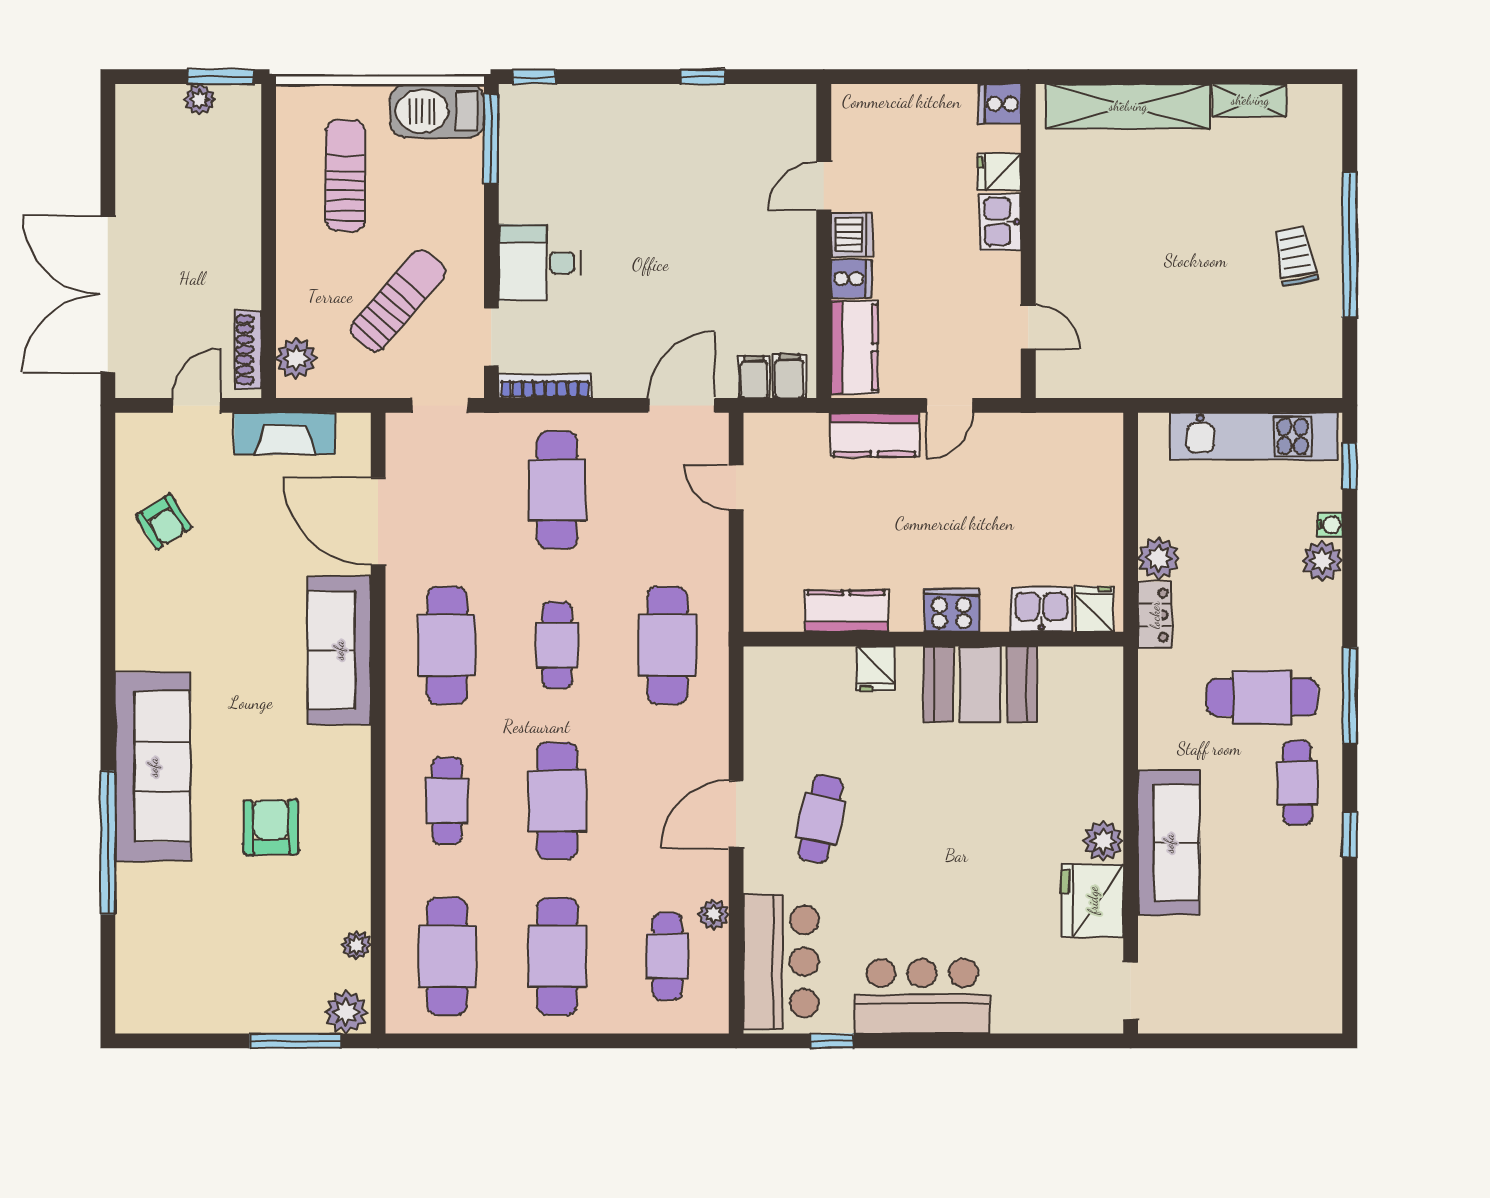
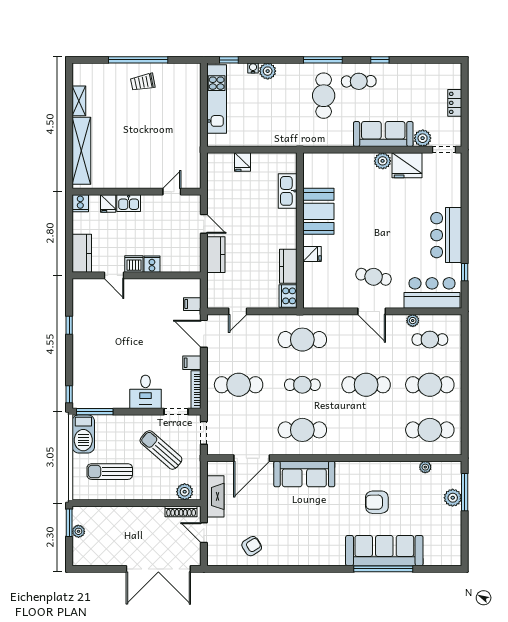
kitchen counter: (854, 347) -> (82, 253), moved, turned 90
filing cabinet: (789, 376) -> (192, 363), moved
plant: (1159, 558) -> (423, 138), moved
kitchen sink: (1041, 609) -> (288, 191), width x1.38
fridge: (1094, 609) -> (242, 162), moved, turned -90
cooker: (951, 610) -> (288, 296), moved
locker: (1155, 615) -> (455, 103), moved, turned -90
sofa: (153, 767) -> (384, 551), moved
cafe table: (447, 801) -> (366, 430), removed
plant: (346, 1012) -> (453, 498), moved

